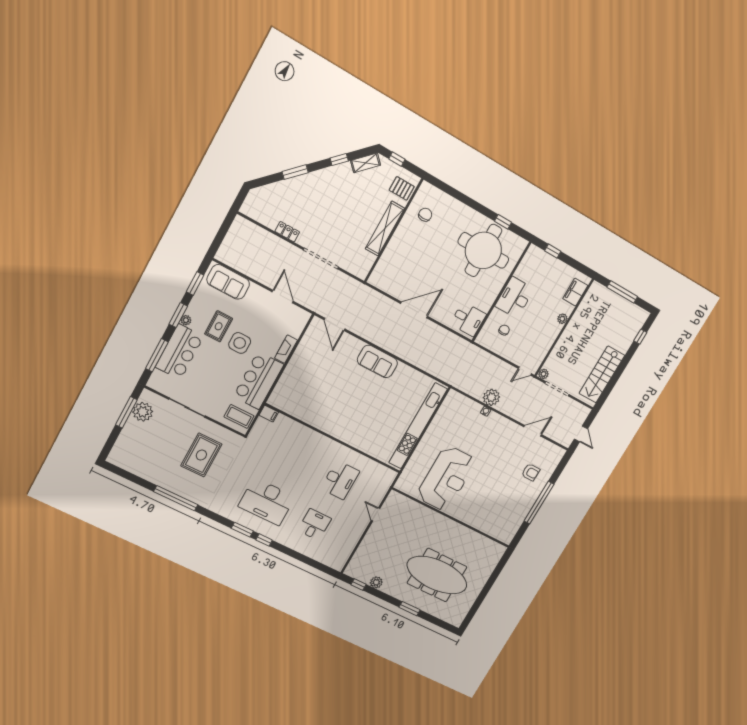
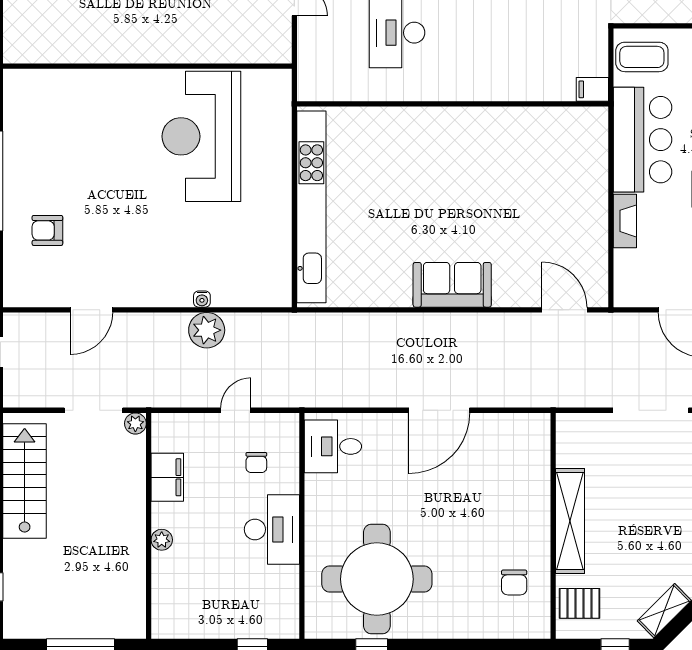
filing cabinet: (575, 292) -> (167, 477), moved
door: (525, 371) -> (236, 410), moved

